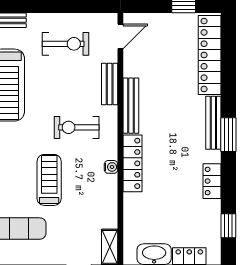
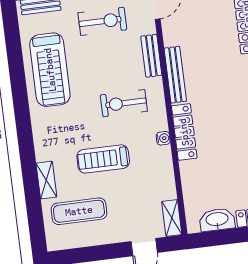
treadmill: (49, 180) -> (103, 159), turned -90

